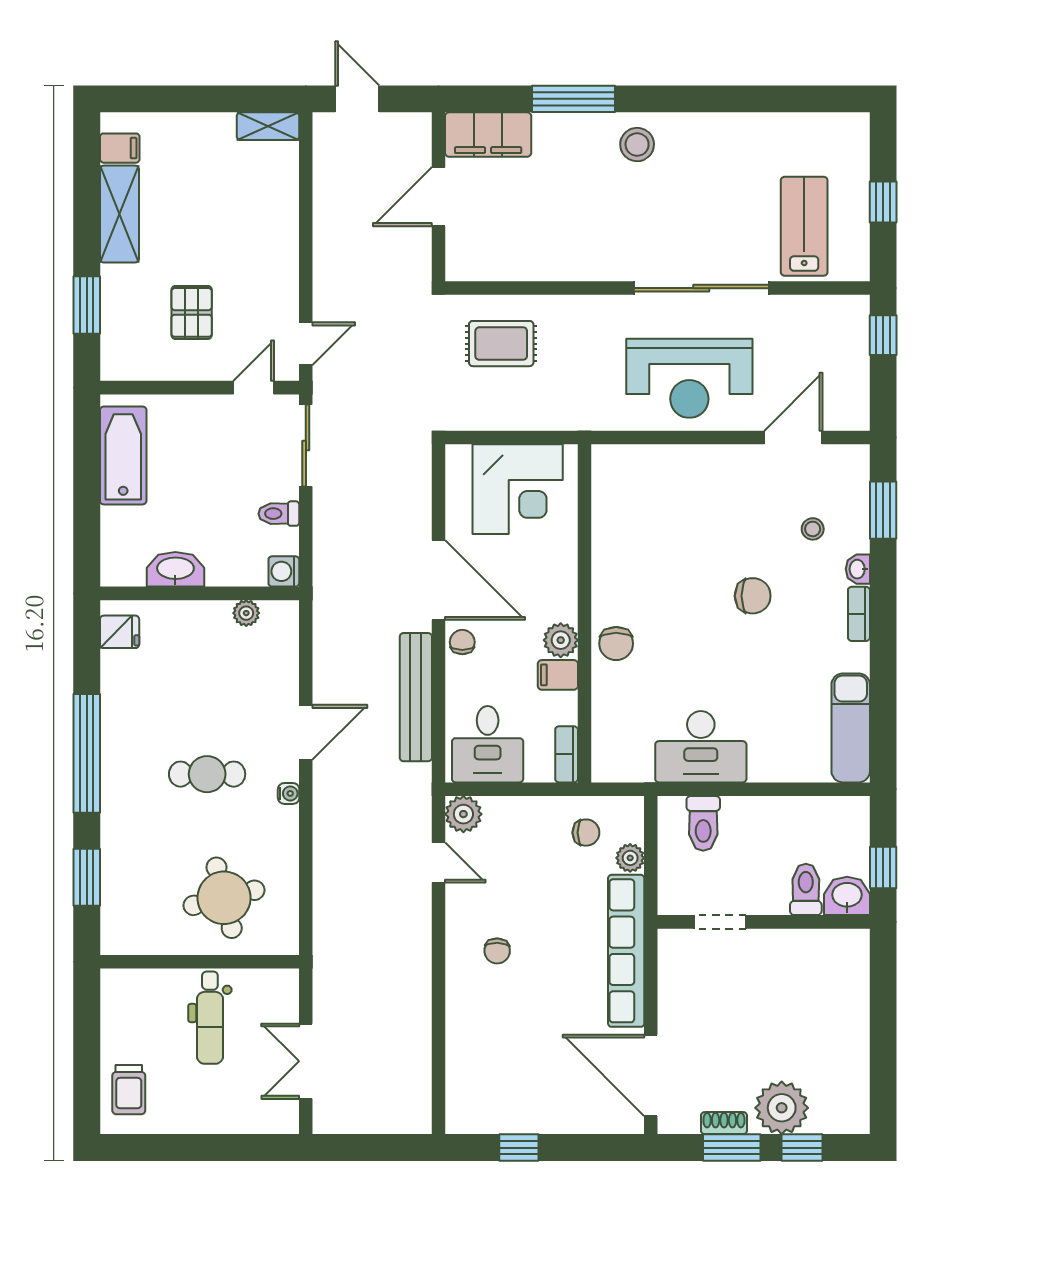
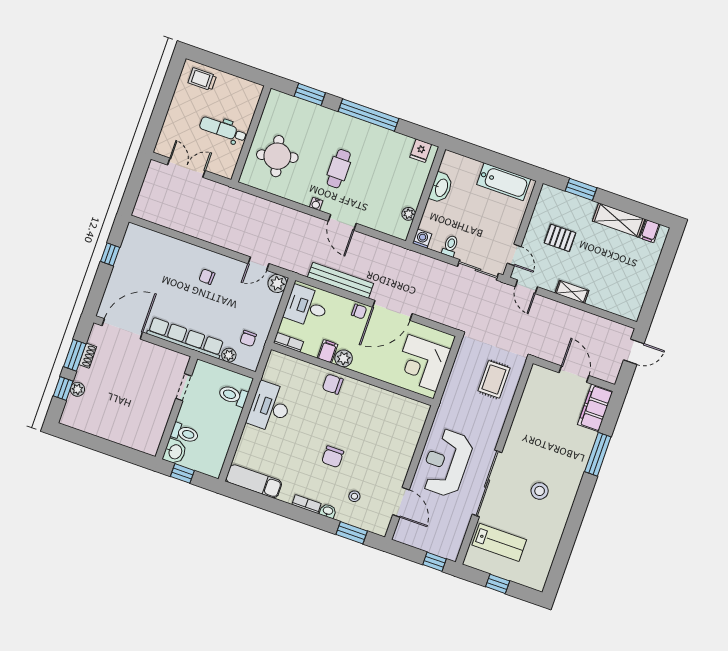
shelving: (268, 126) -> (572, 292), moved, turned 90
stool: (637, 145) -> (540, 491), moved
plant: (782, 1108) -> (77, 389), width x0.53, depth x0.53

